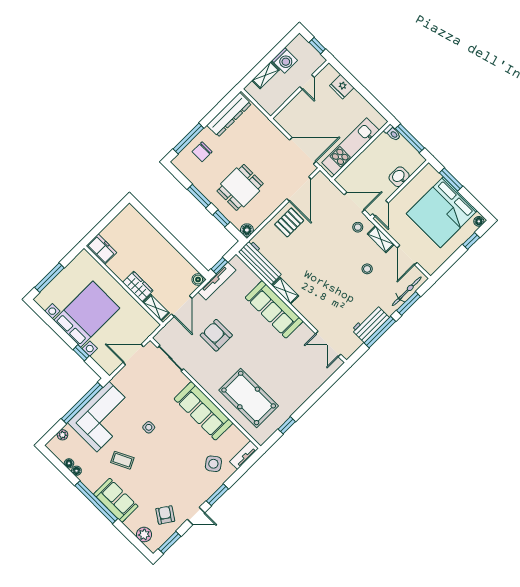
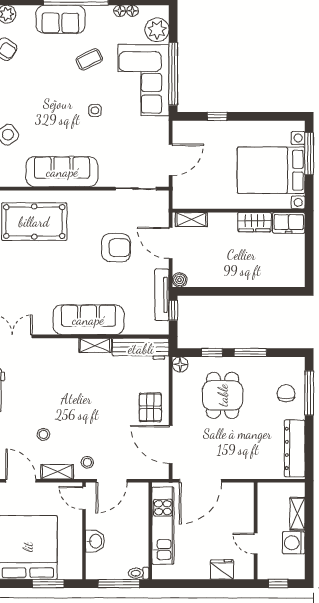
wardrobe: (138, 287) -> (254, 222), moved
bed with nightstands: (87, 314) -> (271, 170), moved, turned 90
plant: (62, 435) -> (157, 30), width x1.87, depth x1.87

